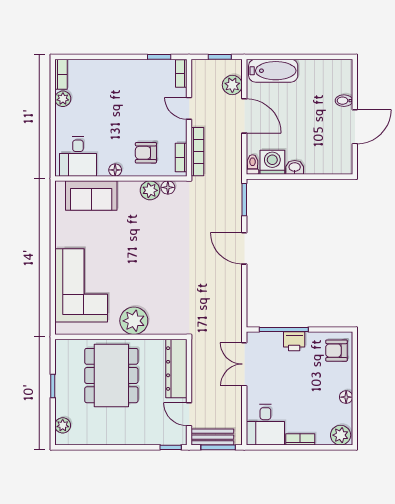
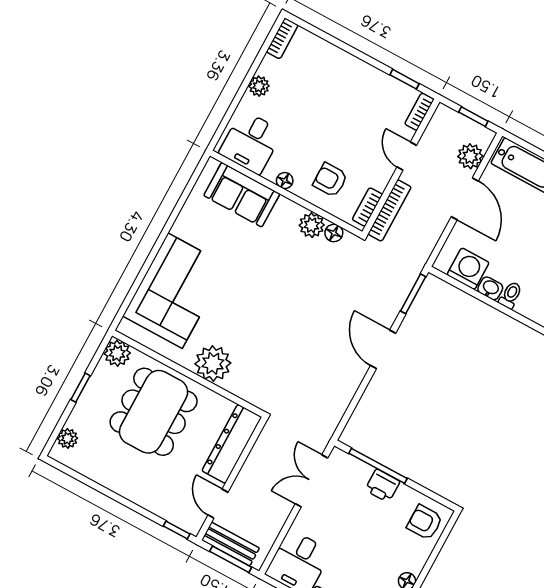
plant: (63, 99) -> (259, 86), moved
toilet: (253, 165) -> (510, 295), moved
plant: (65, 349) -> (117, 353), added

